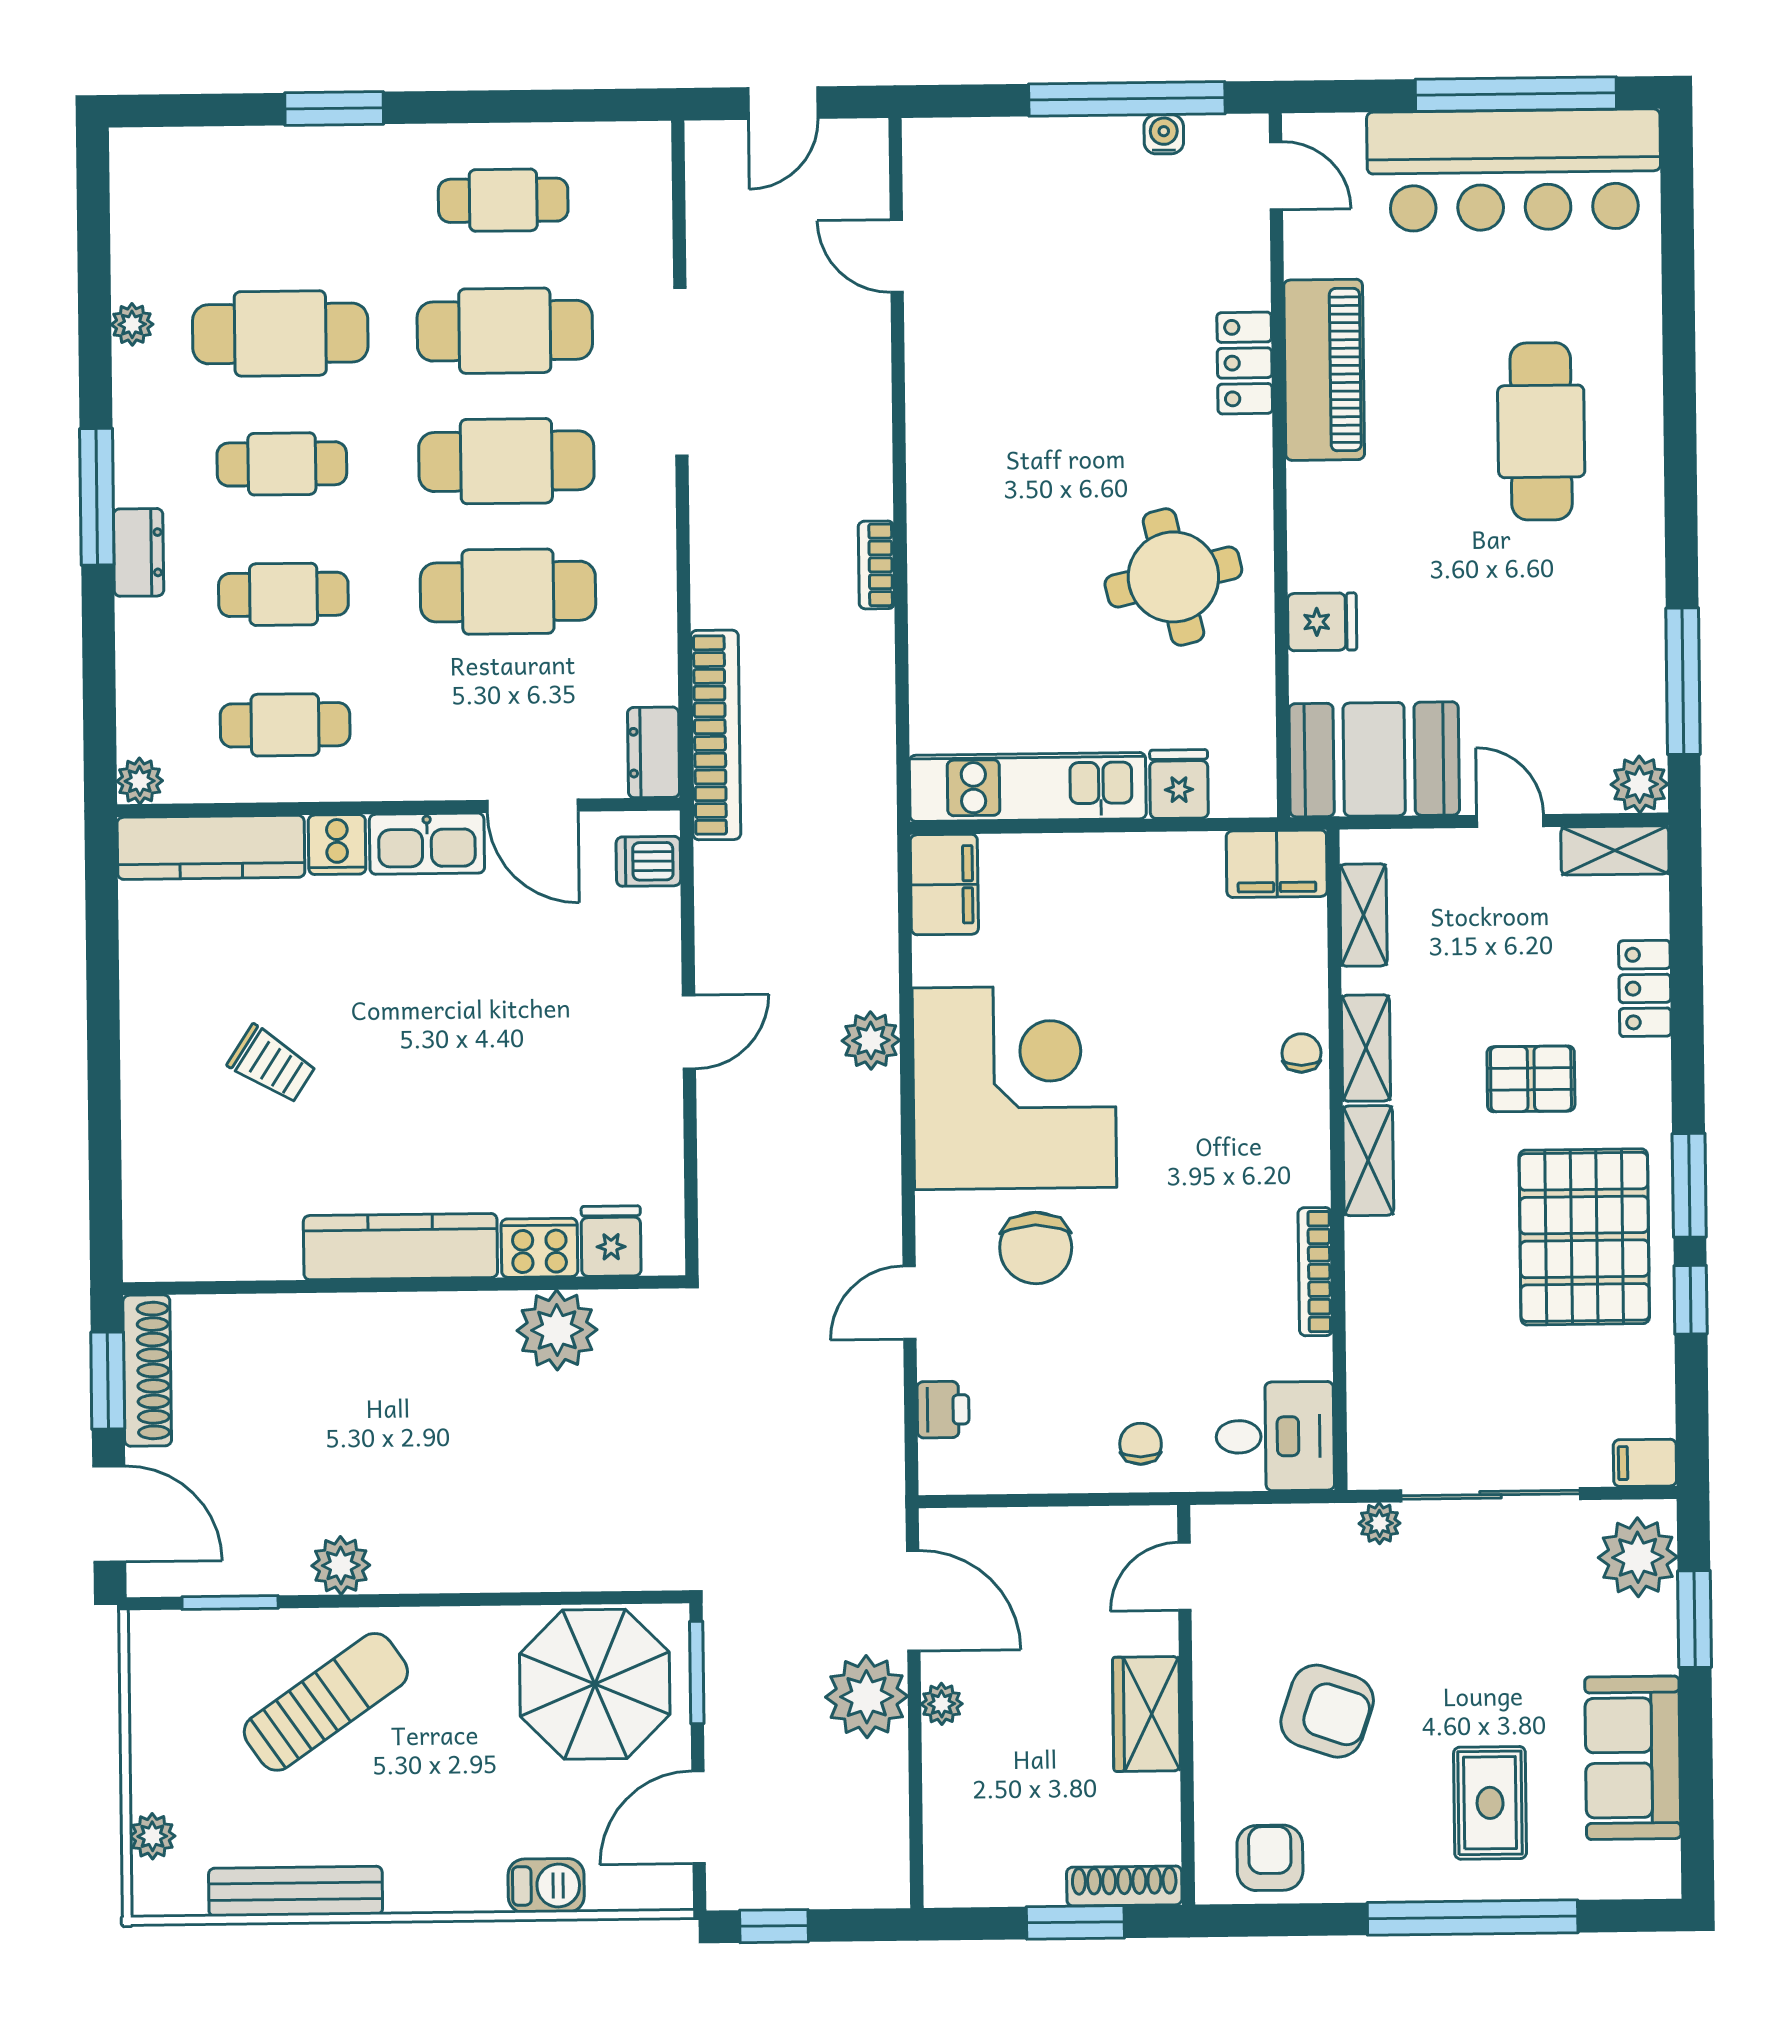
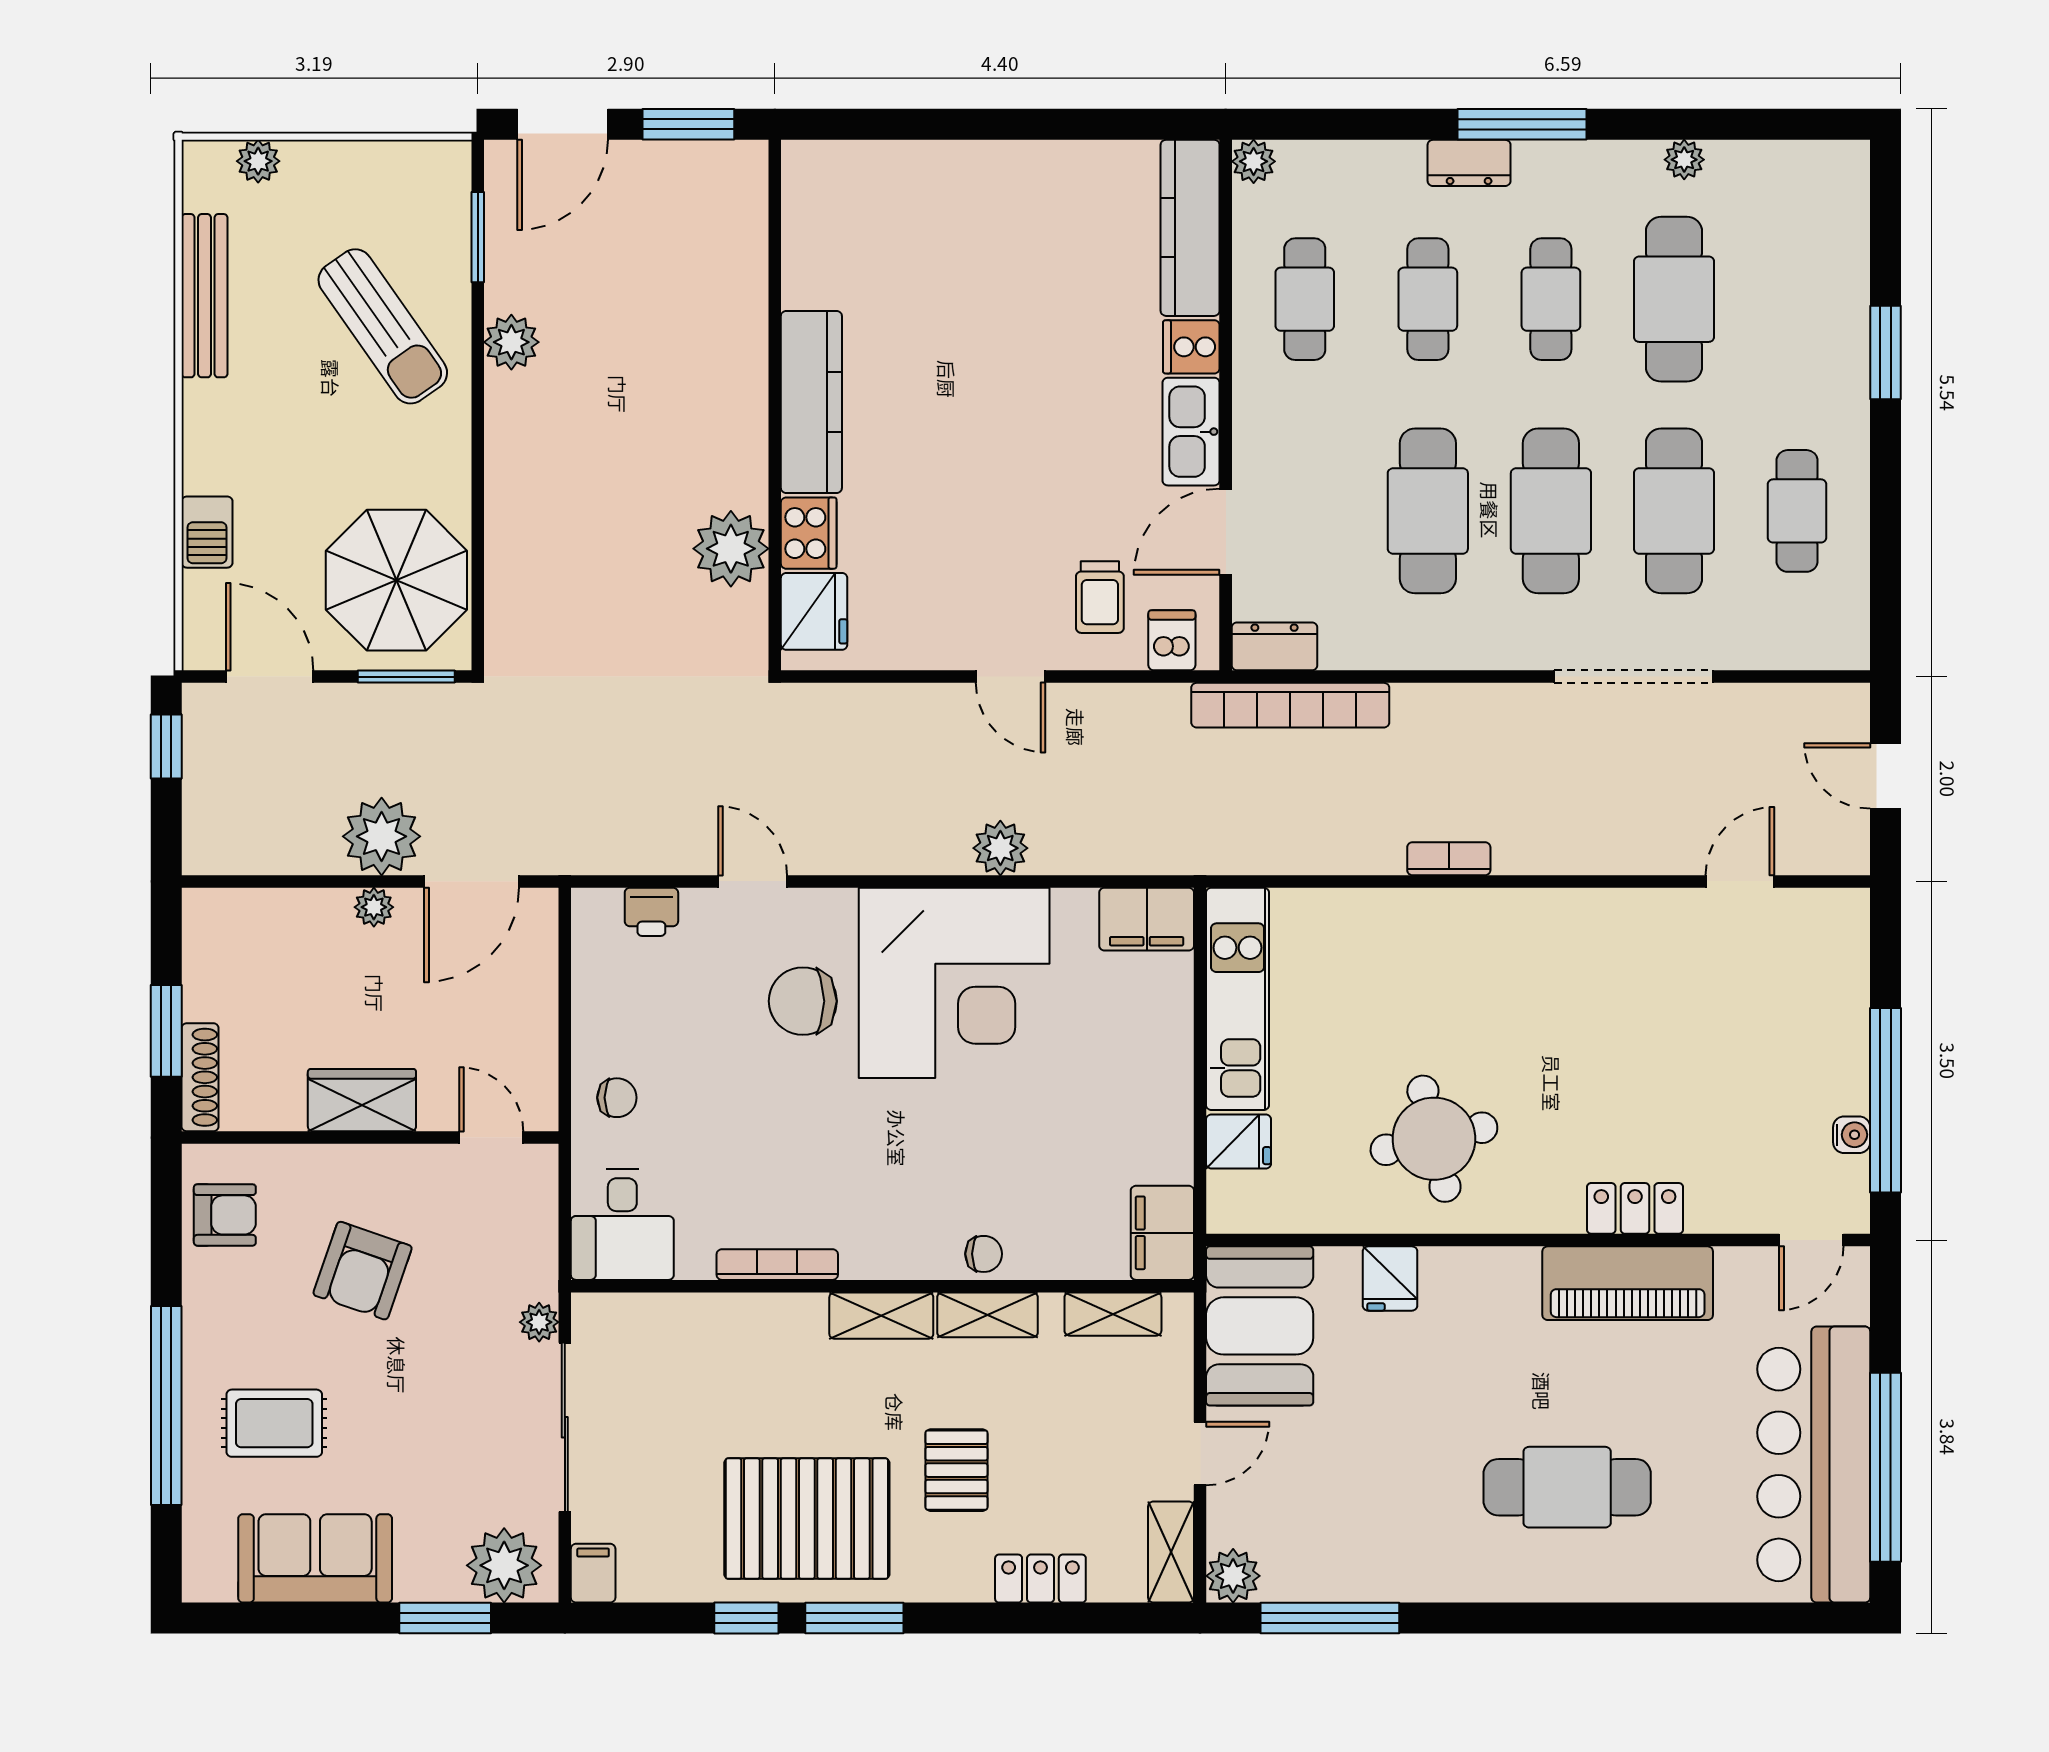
trolley: (272, 1064) -> (1100, 597), moved, turned -33
fridge: (611, 1241) -> (814, 611), width x1.38
shoe rack: (147, 1371) -> (697, 162), removed

